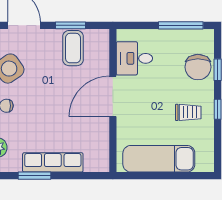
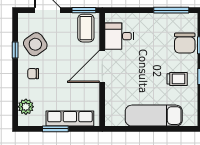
desk: (134, 58) -> (119, 36), moved
door: (113, 96) -> (102, 66), moved
wall: (113, 101) -> (102, 70), moved

